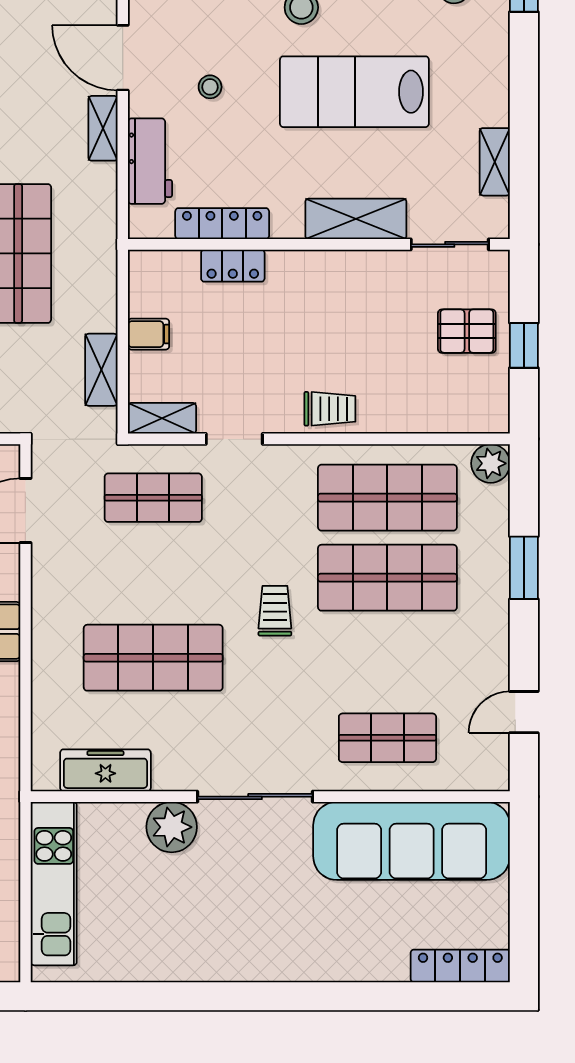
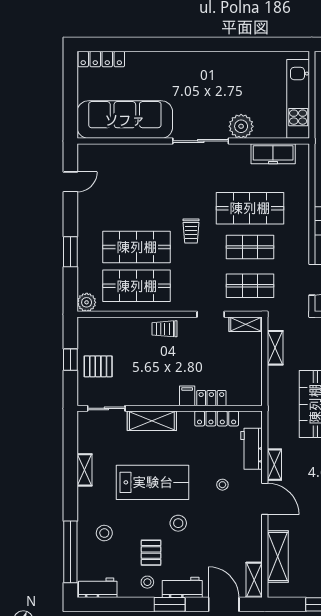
shelving: (495, 162) -> (85, 470), moved
filing cabinet: (149, 334) -> (187, 396), moved, turned 90
shop shelf: (387, 738) -> (250, 247), moved

